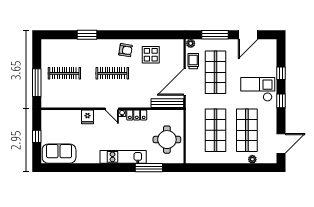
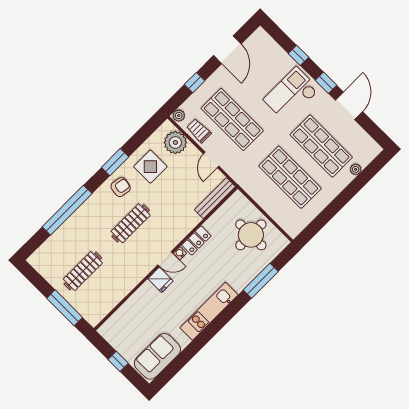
window: (87, 35) -> (67, 210), width x2.11
window: (135, 35) -> (115, 162), added
window: (215, 35) -> (195, 83), width x0.46
plant: (175, 55) -> (175, 142), added
door: (185, 82) -> (211, 160), width x0.53
fridge: (87, 117) -> (160, 280), moved
door: (281, 143) -> (349, 106), moved
kitchen unit: (123, 157) -> (209, 311), moved

